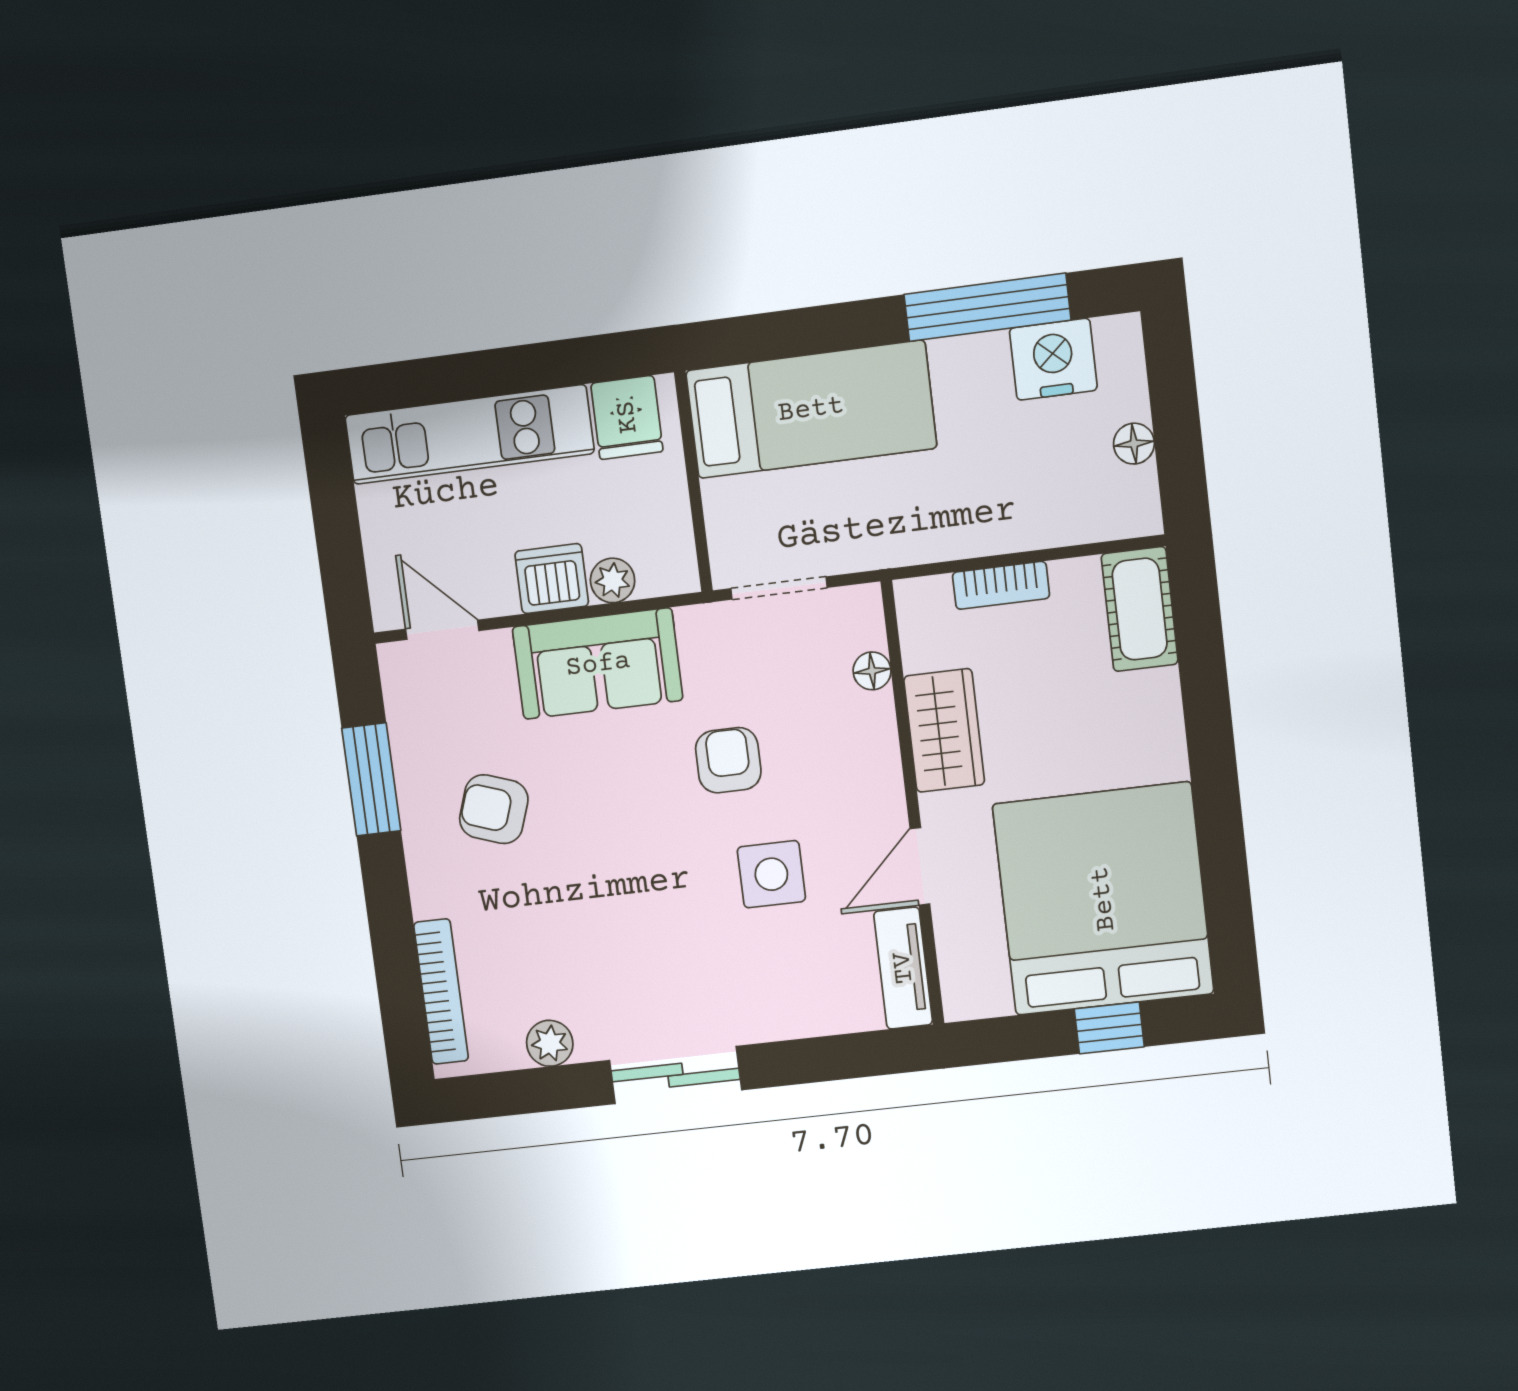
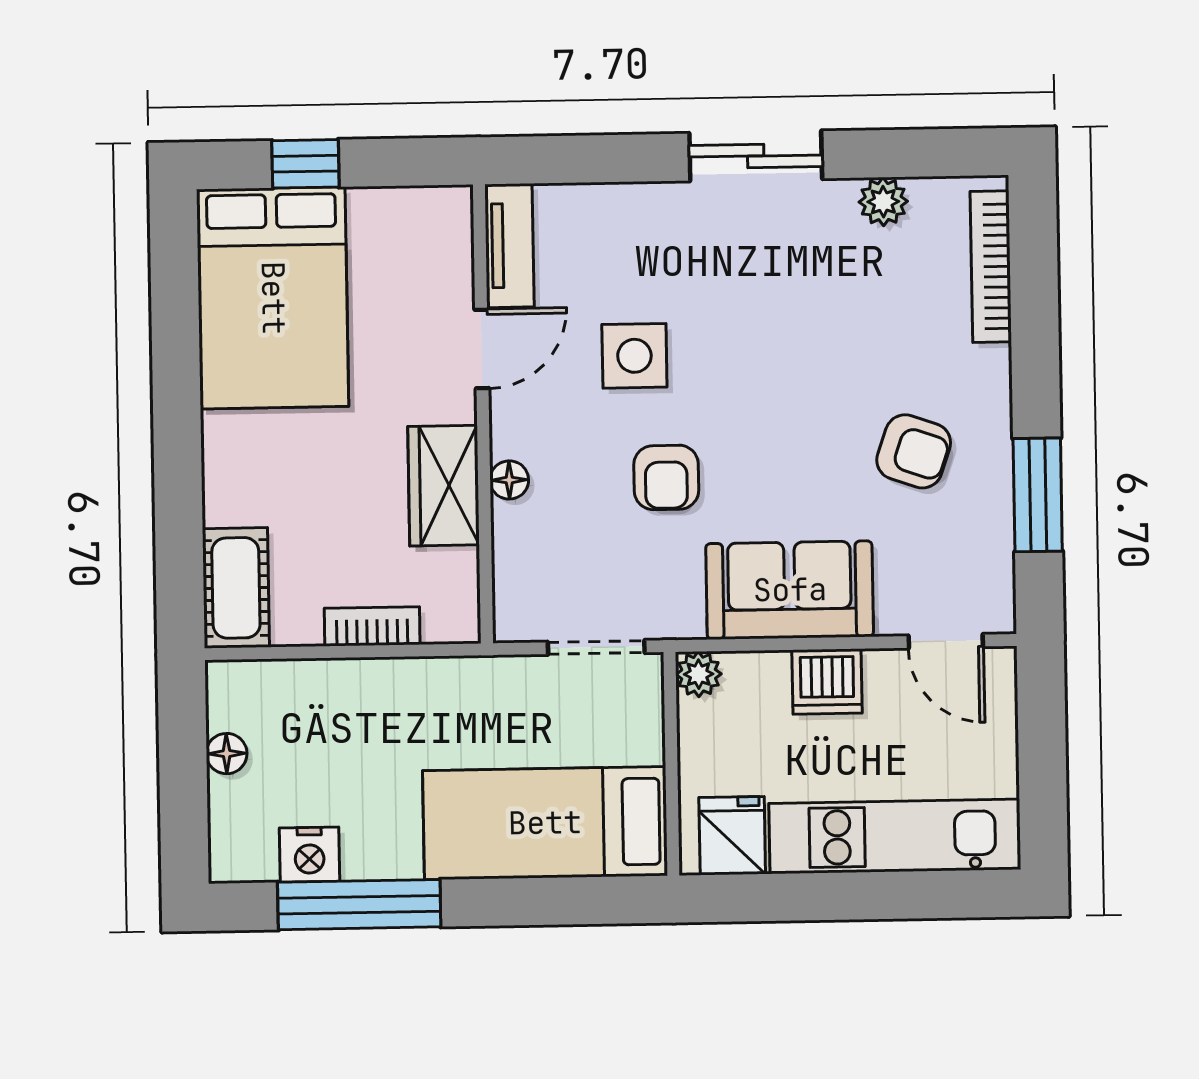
nightstand: (1053, 359) -> (309, 855), width x0.74, depth x0.75
plant: (613, 580) -> (699, 674), moved
floor lamp: (872, 671) -> (509, 480), moved
bed: (1103, 899) -> (273, 298), width x0.73

